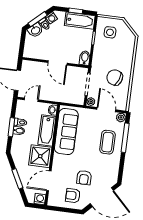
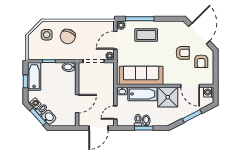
side table: (110, 32) -> (47, 35), moved
door: (57, 63) -> (77, 104), moved
chair: (115, 78) -> (68, 36), moved
door: (31, 100) -> (115, 113), hinge flipped

